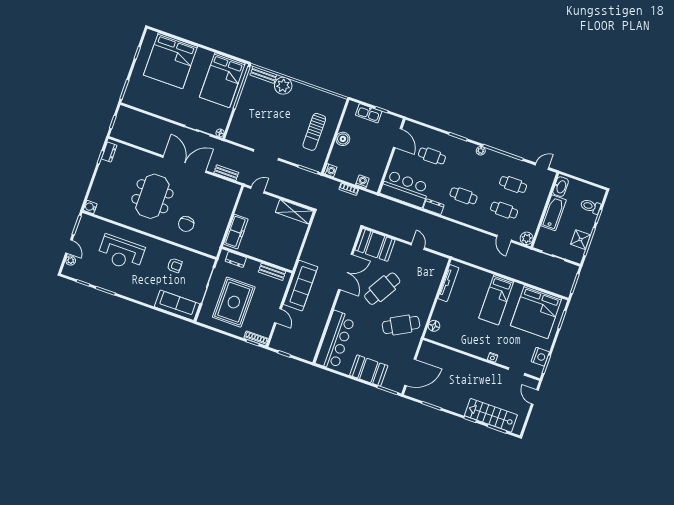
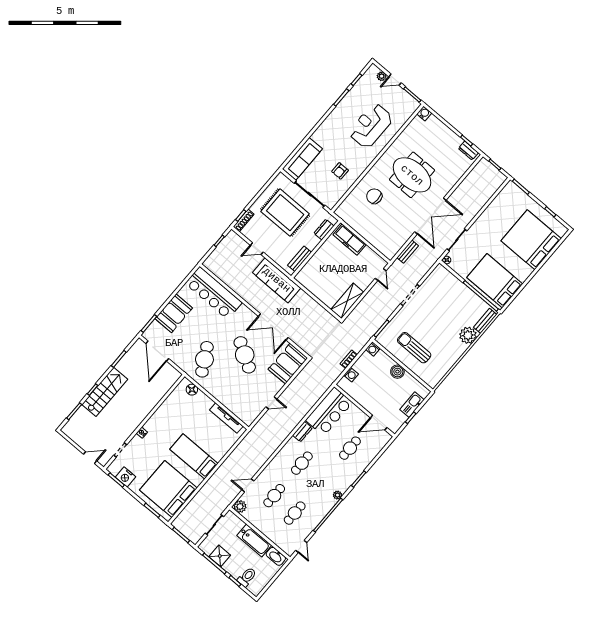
stairs: (491, 415) -> (105, 392), moved

